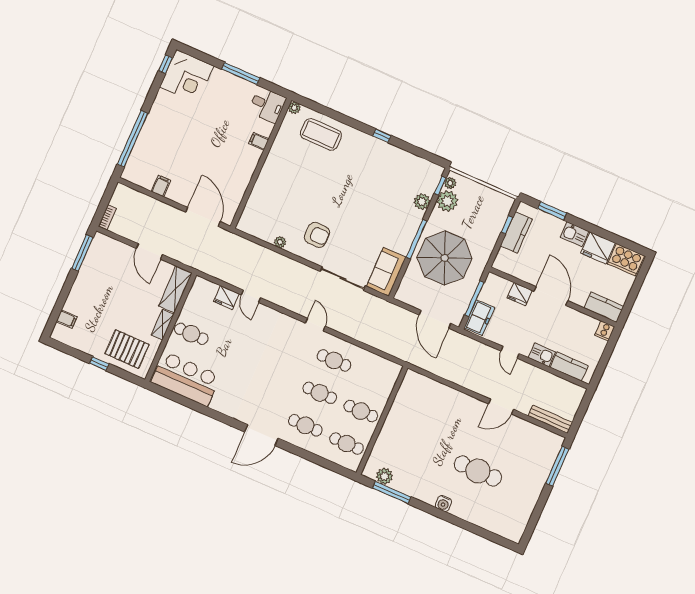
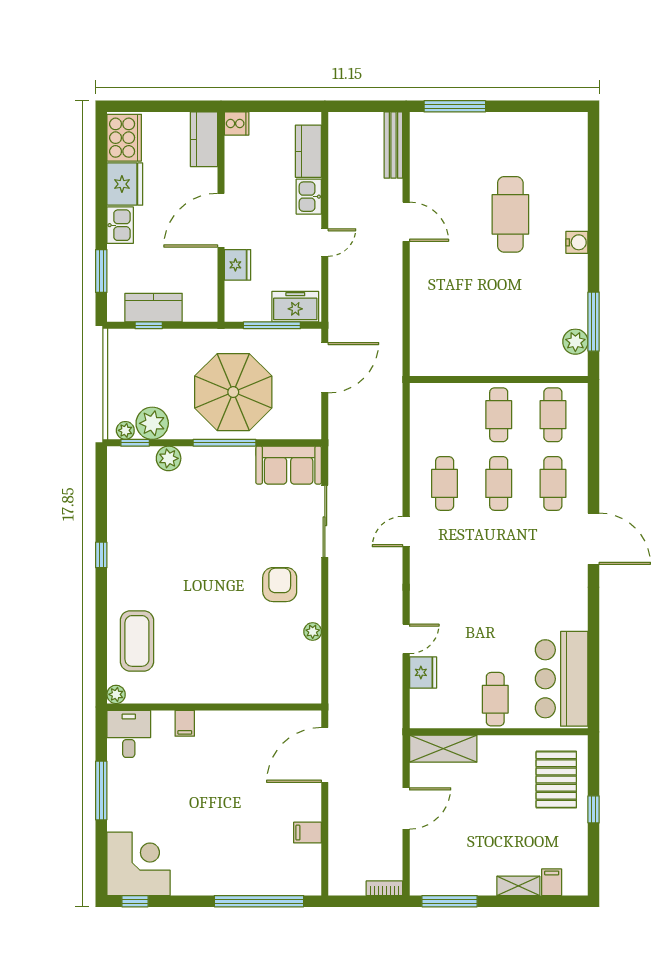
shelving: (163, 325) -> (518, 886), moved

